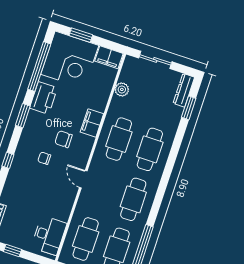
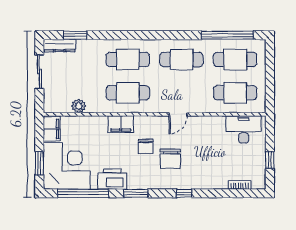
sliding door: (155, 60) -> (39, 71), moved
chair: (44, 158) -> (170, 159), width x1.87, depth x1.87

